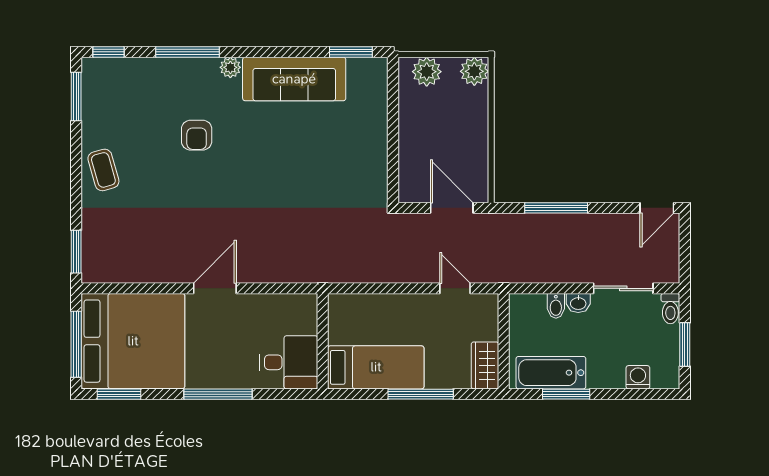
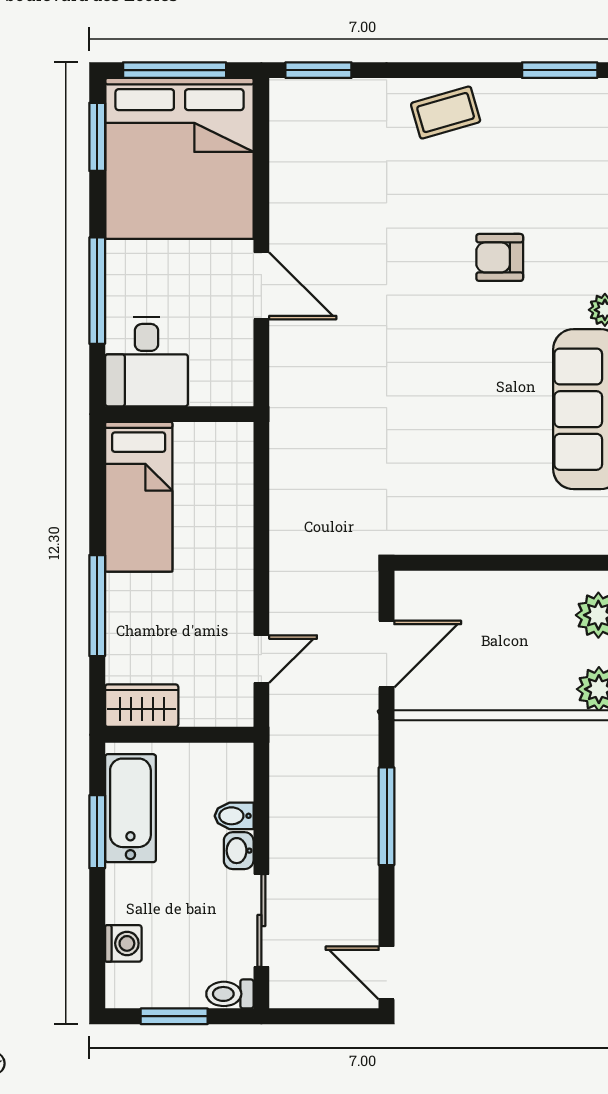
wall: (323, 341) -> (179, 414), moved
desk: (289, 362) -> (146, 362), moved
bed: (376, 367) -> (139, 497), moved

